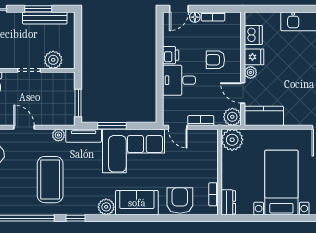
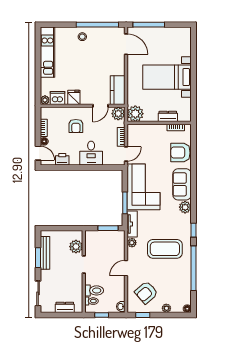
printer: (171, 55) -> (62, 159), moved
plant: (251, 72) -> (45, 100), moved
dresser: (228, 202) -> (168, 116), moved

